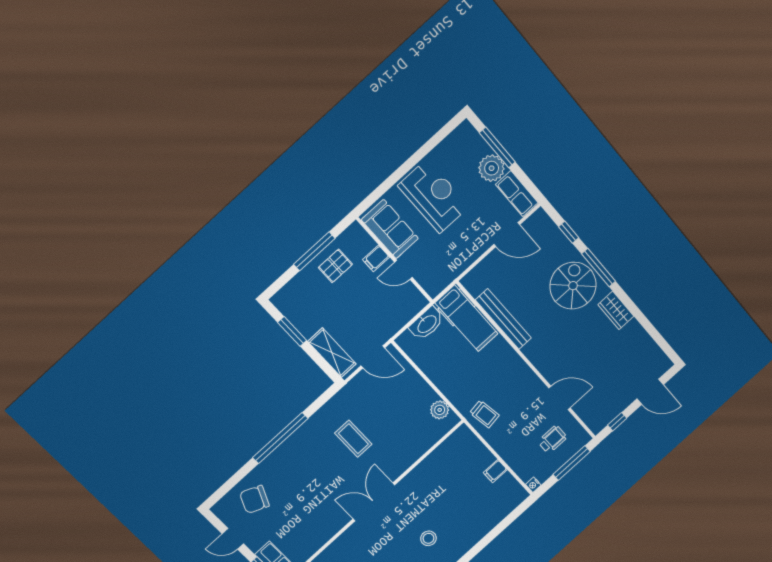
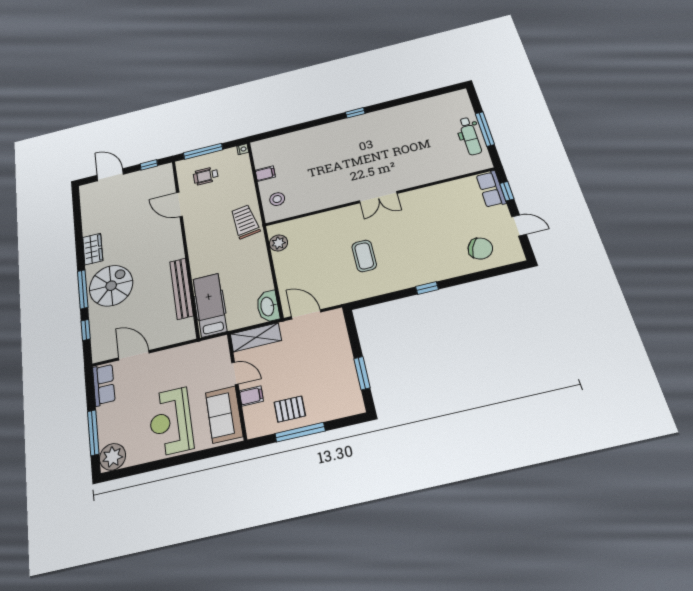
plant: (492, 168) -> (113, 457), moved
spiral stairs: (573, 286) -> (111, 286), turned 180
washbasin: (427, 324) -> (268, 306), moved, turned -90
shelving: (332, 353) -> (256, 337), moved, turned 90
trolley: (484, 414) -> (245, 222), width x1.36, depth x1.39
window: (280, 438) -> (427, 288), width x0.32
double door: (374, 502) -> (378, 197), width x0.73
stool: (428, 538) -> (277, 199), moved

